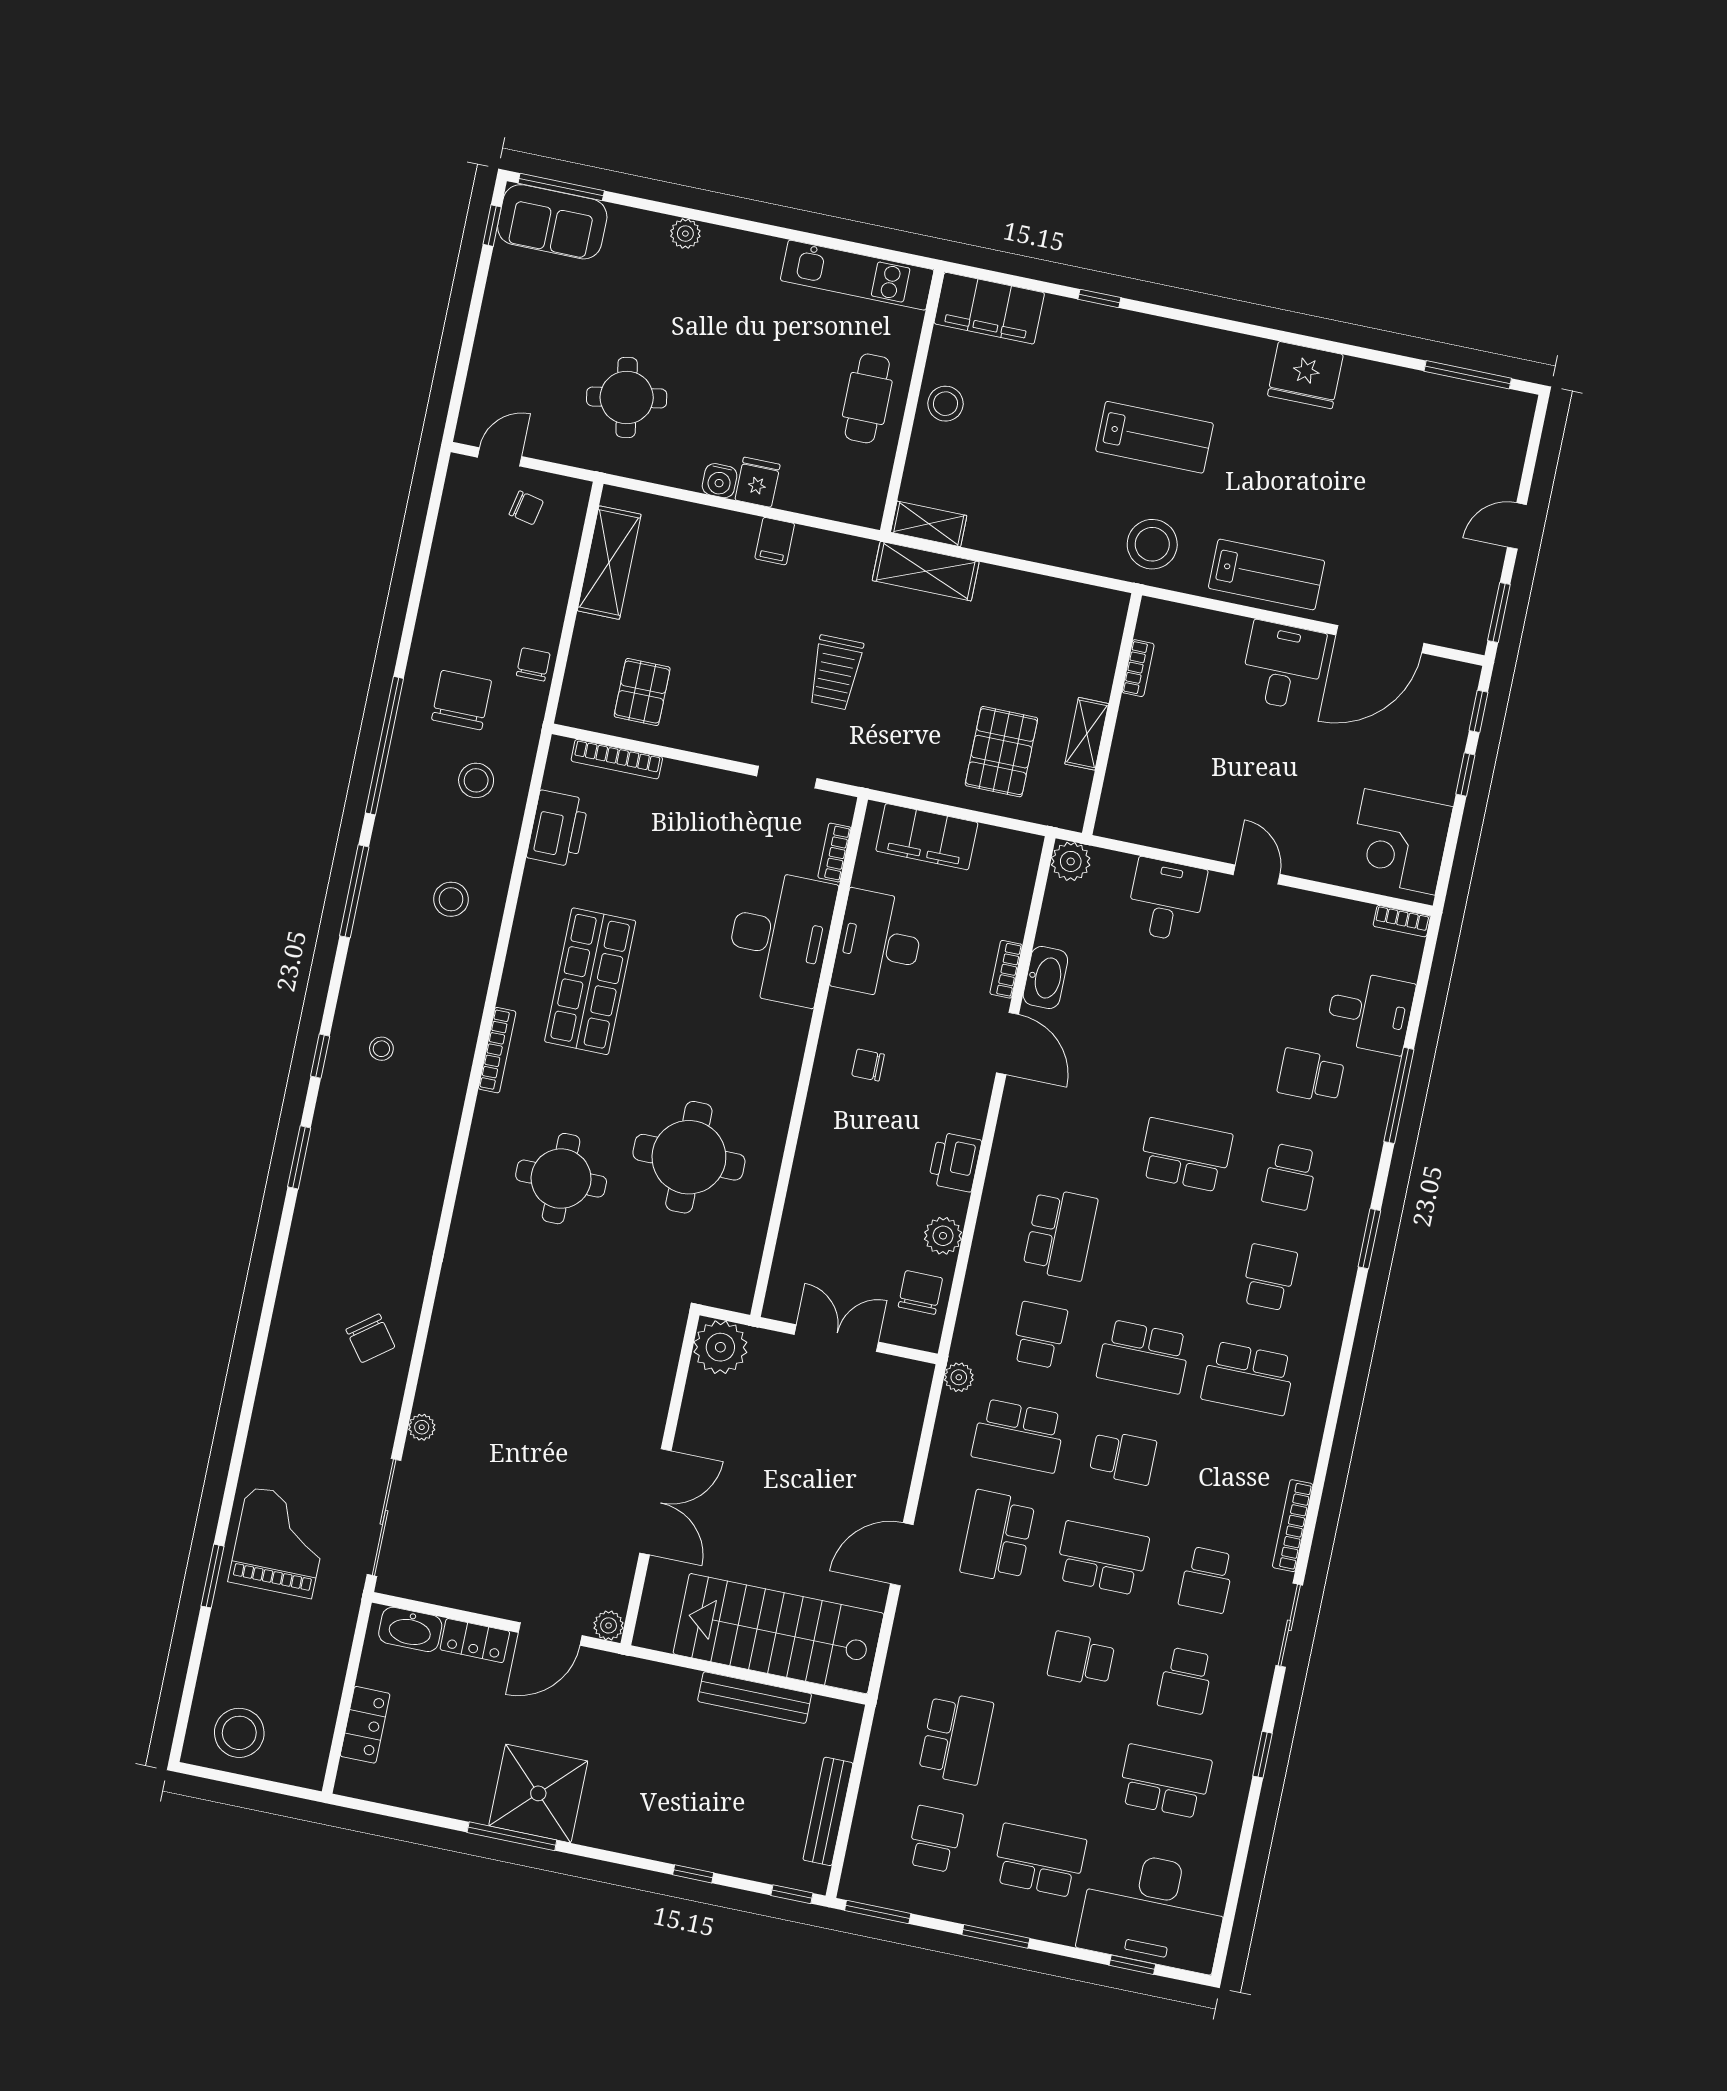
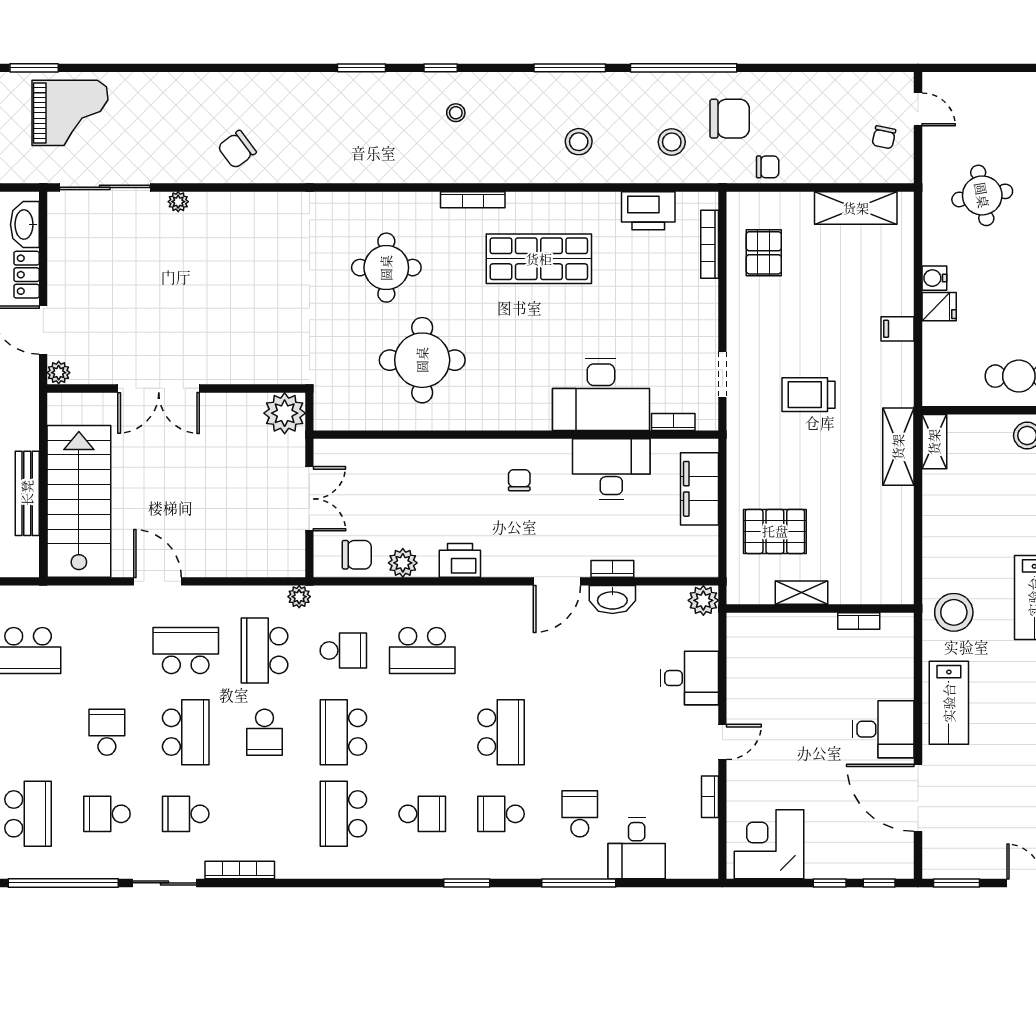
pallet: (642, 692) -> (764, 253), turned 90
bookcase: (1402, 921) -> (710, 797), moved
window: (1262, 1755) -> (63, 883), width x3.17

